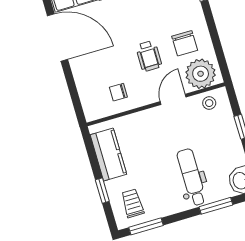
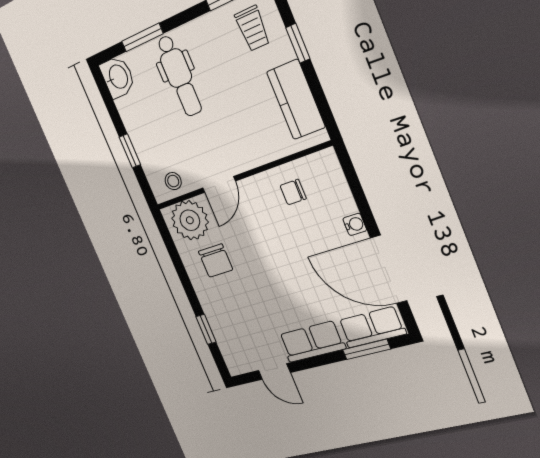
chair: (185, 43) -> (216, 261), turned 180
wheelchair: (149, 56) -> (259, 243), removed
water cooler: (78, 69) -> (355, 224), added
chair: (118, 92) -> (293, 192), turned 180

